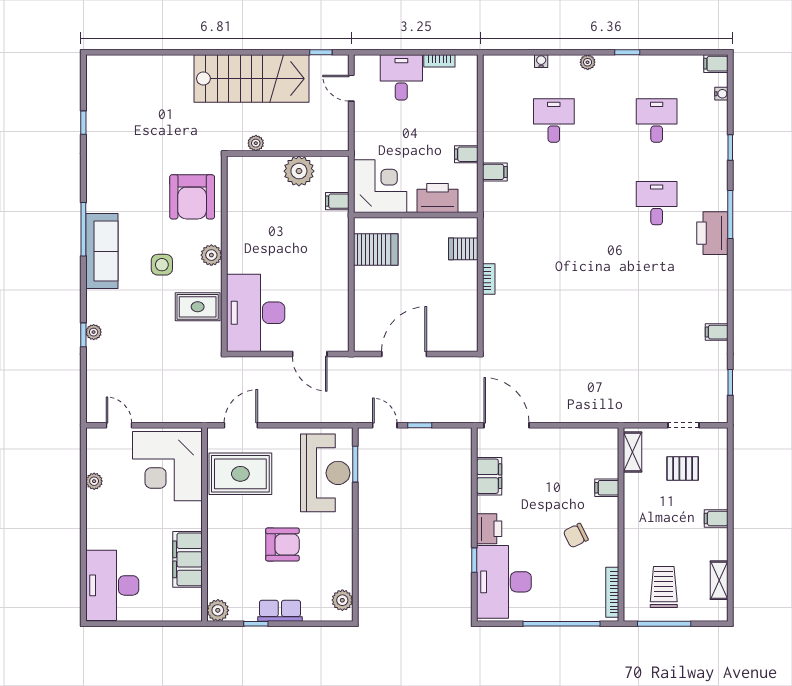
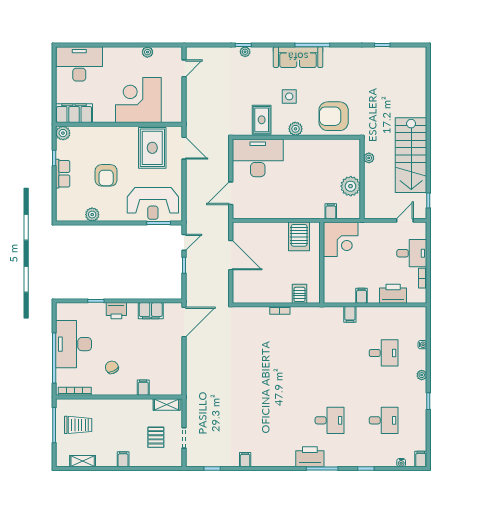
printer: (438, 198) -> (393, 294), moved, turned -90
corner desk: (167, 466) -> (138, 100), moved
filing cabinet: (188, 559) -> (74, 113), moved
desk: (504, 582) -> (74, 344), moved, turned -90
plant: (342, 600) -> (92, 215), moved

